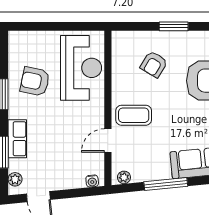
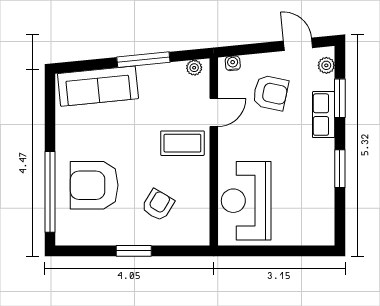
armchair: (35, 81) -> (270, 93), moved

